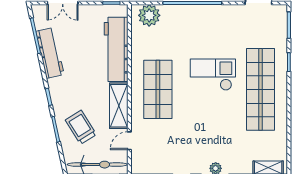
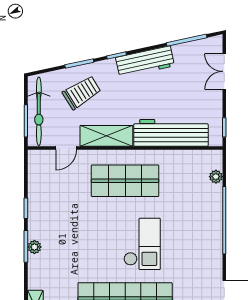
plant: (149, 15) -> (216, 177), width x0.53, depth x0.53
workbench: (50, 53) -> (145, 62), moved
door: (129, 141) -> (66, 148), swing flipped

